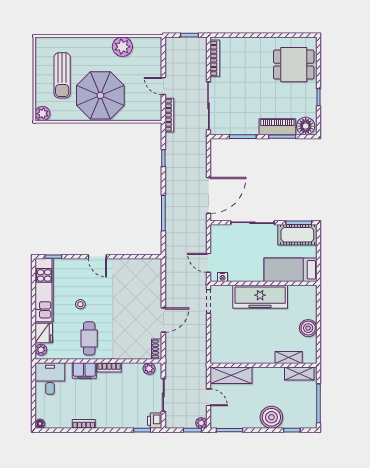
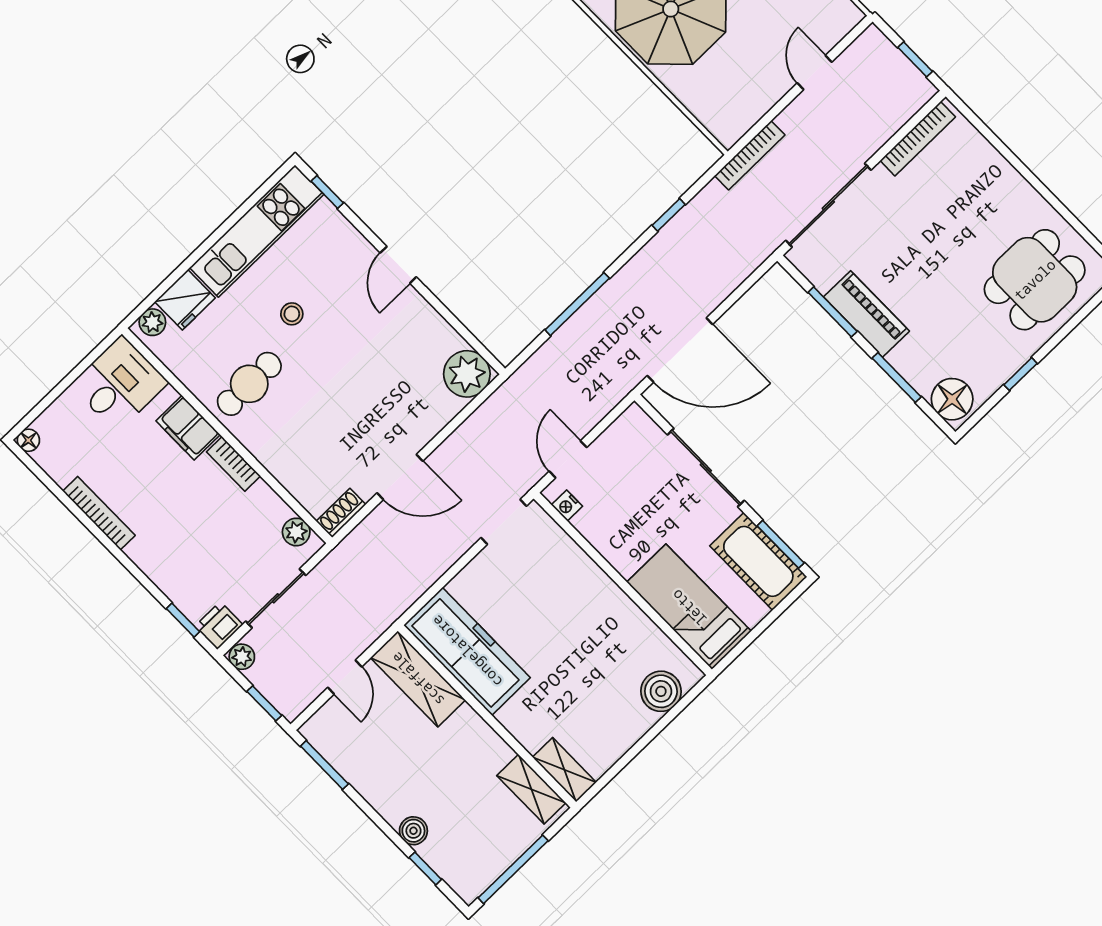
dining table: (294, 65) -> (1035, 280), turned 90
door: (163, 86) -> (815, 72), moved
piano: (277, 127) -> (867, 314), moved
plant: (152, 268) -> (467, 374), added
freezer: (260, 297) -> (467, 651), moved, turned 180
boiler: (308, 328) -> (661, 691), moved
shelving: (289, 357) -> (564, 770), moved
boiler: (271, 417) -> (413, 831), width x0.54, depth x0.54
plant: (201, 423) -> (242, 657), moved
bookcase: (84, 424) -> (99, 513), width x1.56

